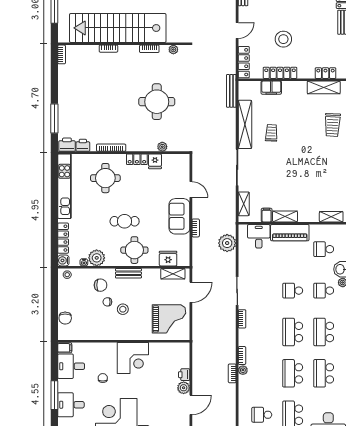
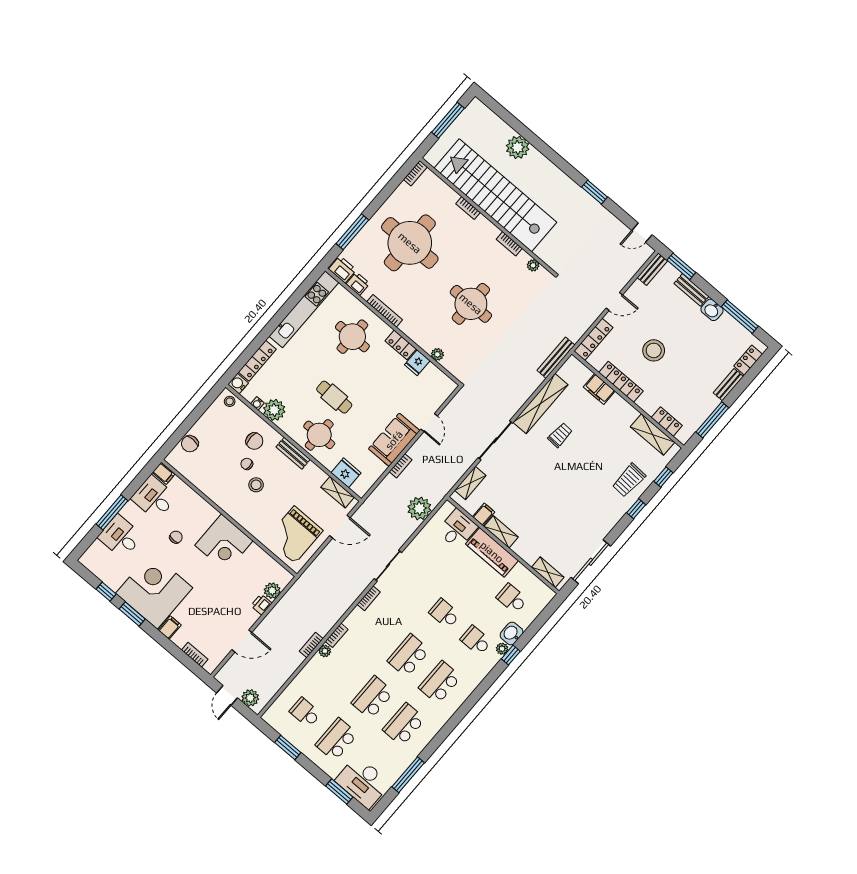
round table: (92, 97) -> (410, 243), added
grand piano: (169, 319) -> (294, 535), turned 90
plant: (184, 388) -> (272, 591), moved

